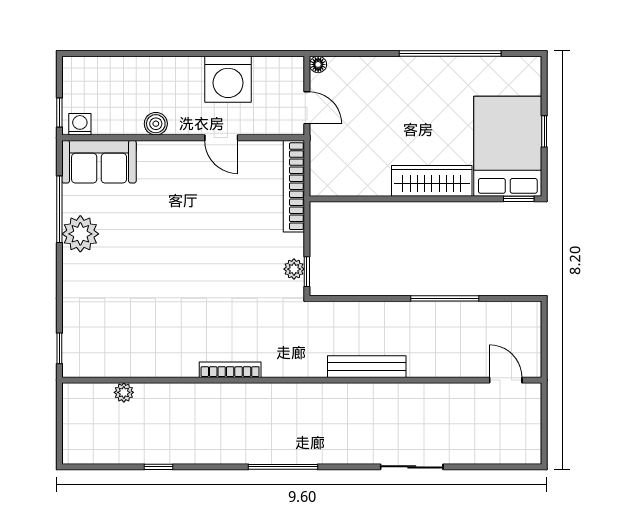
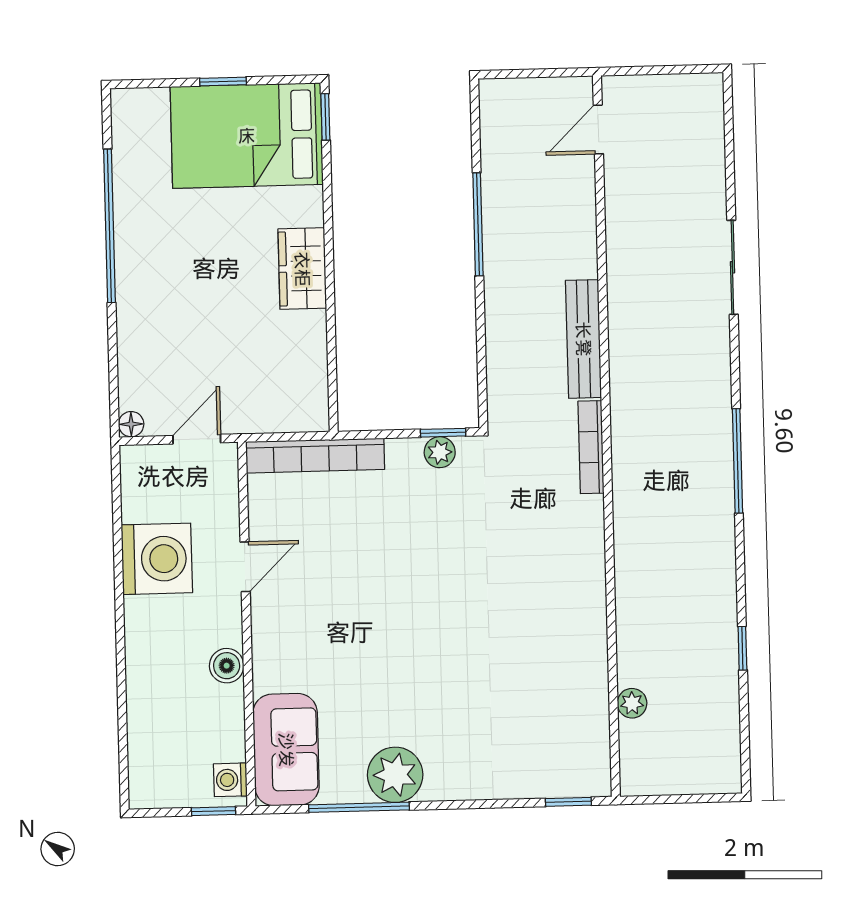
wardrobe: (432, 181) -> (302, 269), width x0.67
bookcase: (230, 370) -> (591, 447), moved

